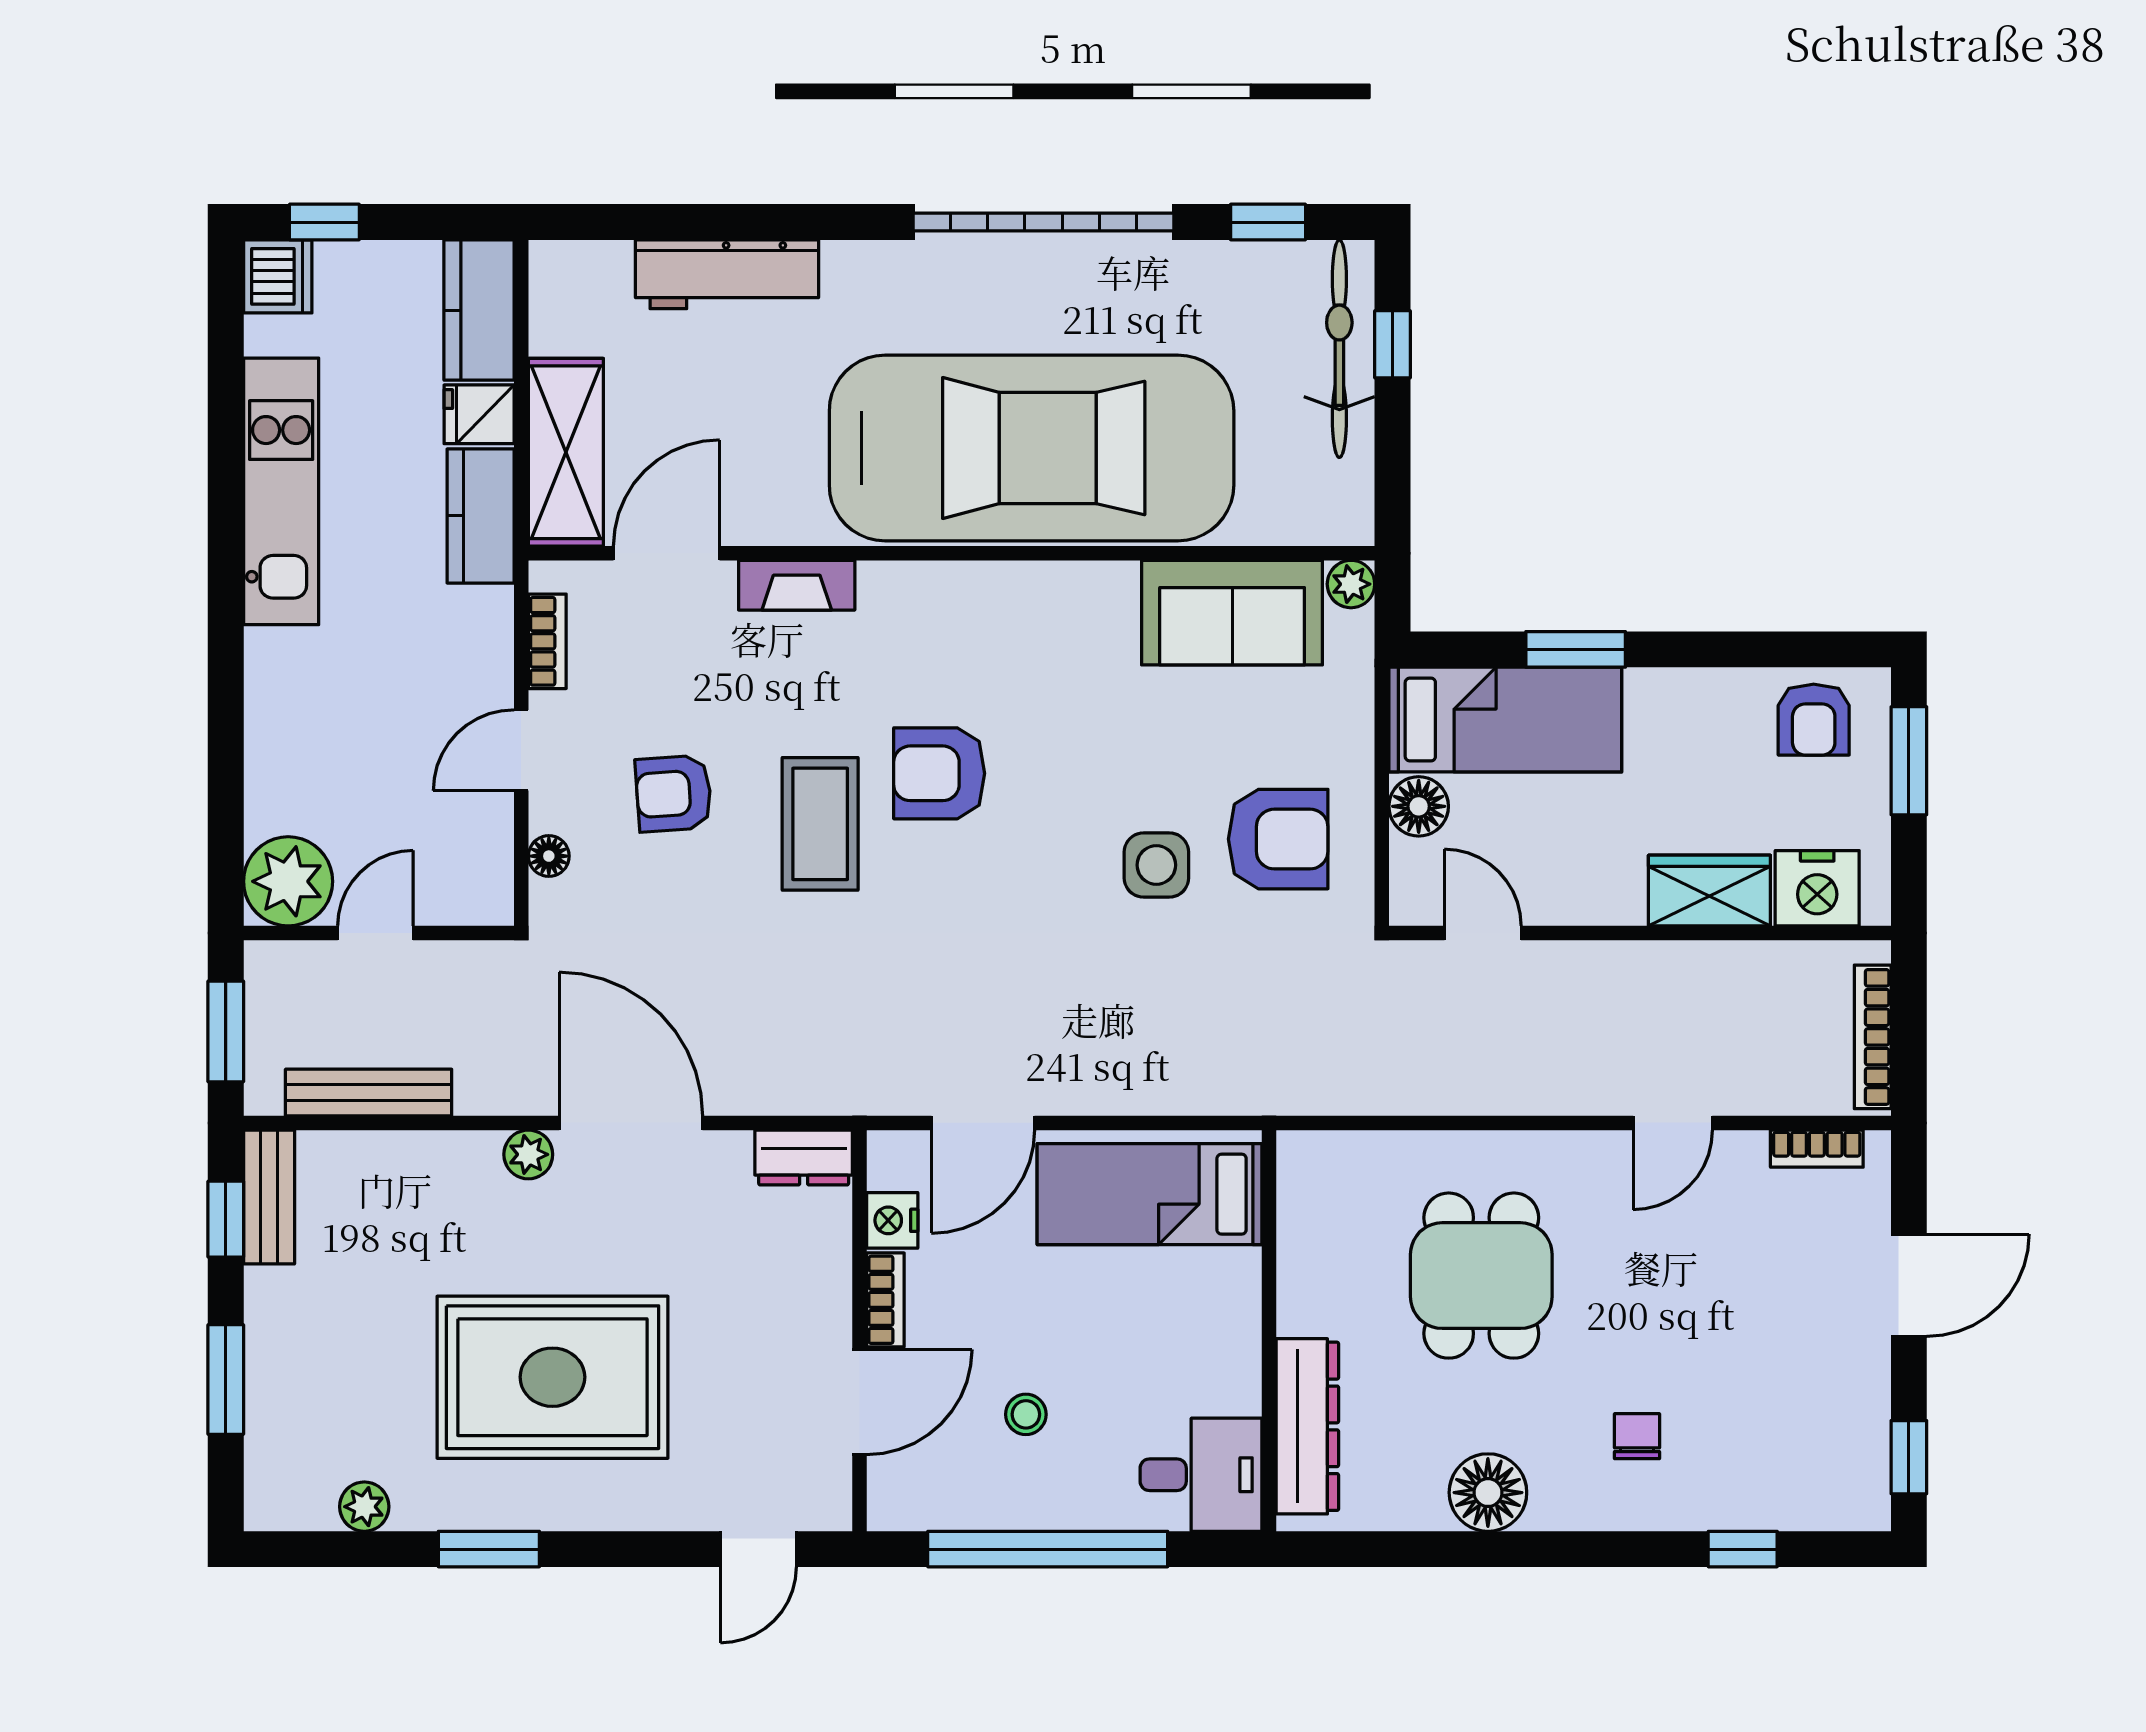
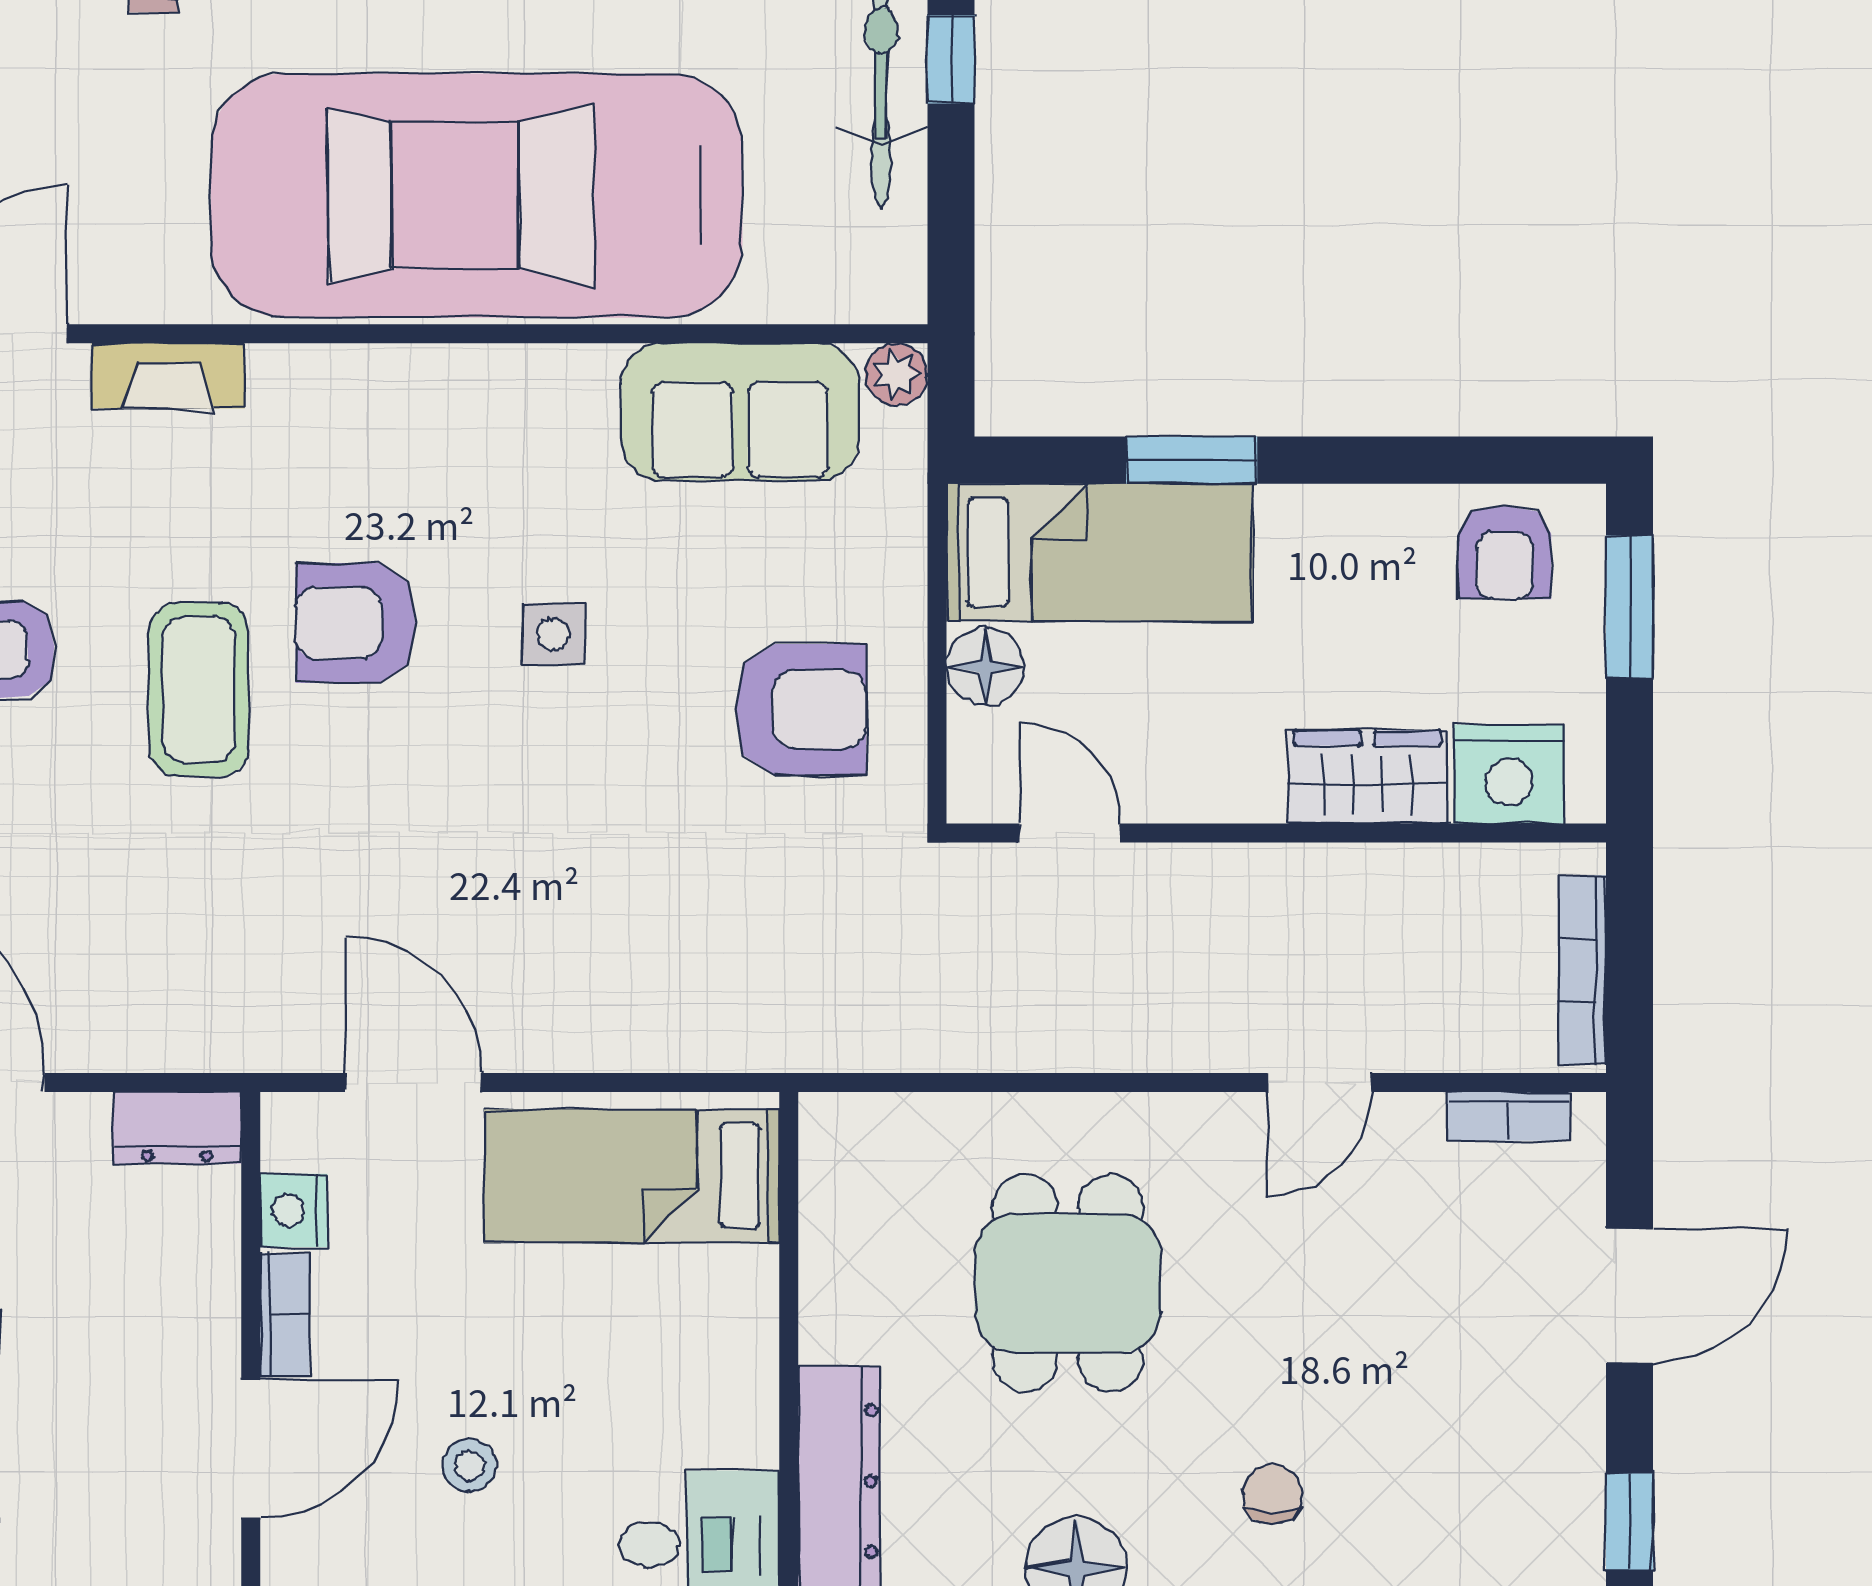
car: (1032, 448) -> (477, 196), turned 180
side table: (1156, 865) -> (553, 634), moved, width x0.73, depth x0.73
door: (983, 1123) -> (413, 1082), swing flipped

